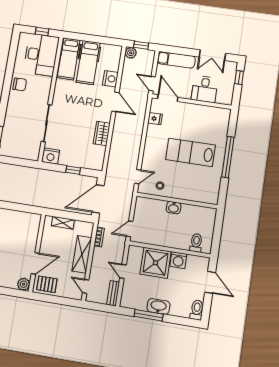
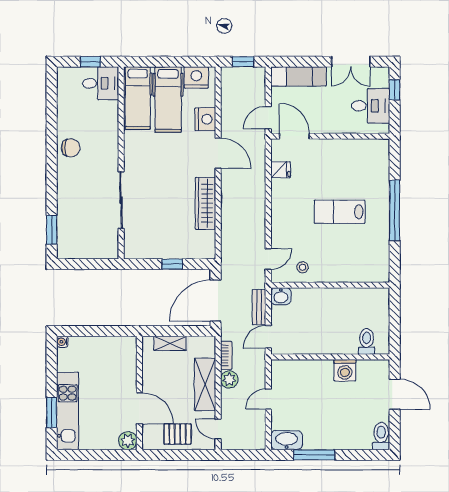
plant: (131, 53) -> (229, 379), moved
desk: (41, 55) -> (101, 83), width x0.53, depth x0.77
door: (152, 84) -> (268, 118), hinge flipped
desk: (205, 89) -> (371, 106), moved, turned -90
wardrobe: (102, 133) -> (205, 203), width x1.50
lab bench: (191, 152) -> (340, 212), width x0.73, depth x0.72
nightstand: (51, 156) -> (196, 77), moved, turned 180
washbasin: (174, 208) -> (281, 296), moved
door: (35, 263) -> (139, 408), hinge flipped
shower: (156, 263) -> (313, 379), removed
door: (123, 271) -> (268, 399), hinge flipped
pallet: (47, 284) -> (177, 434), moved
bench: (113, 293) -> (259, 307), moved
washbasin: (158, 306) -> (287, 440), moved

